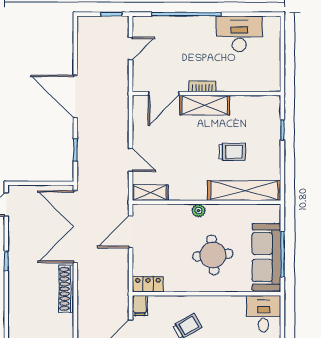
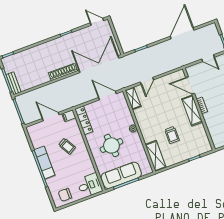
door: (75, 97) -> (182, 33), moved
shelving: (244, 191) -> (156, 156), width x0.68
locker: (148, 284) -> (84, 120), width x1.53

